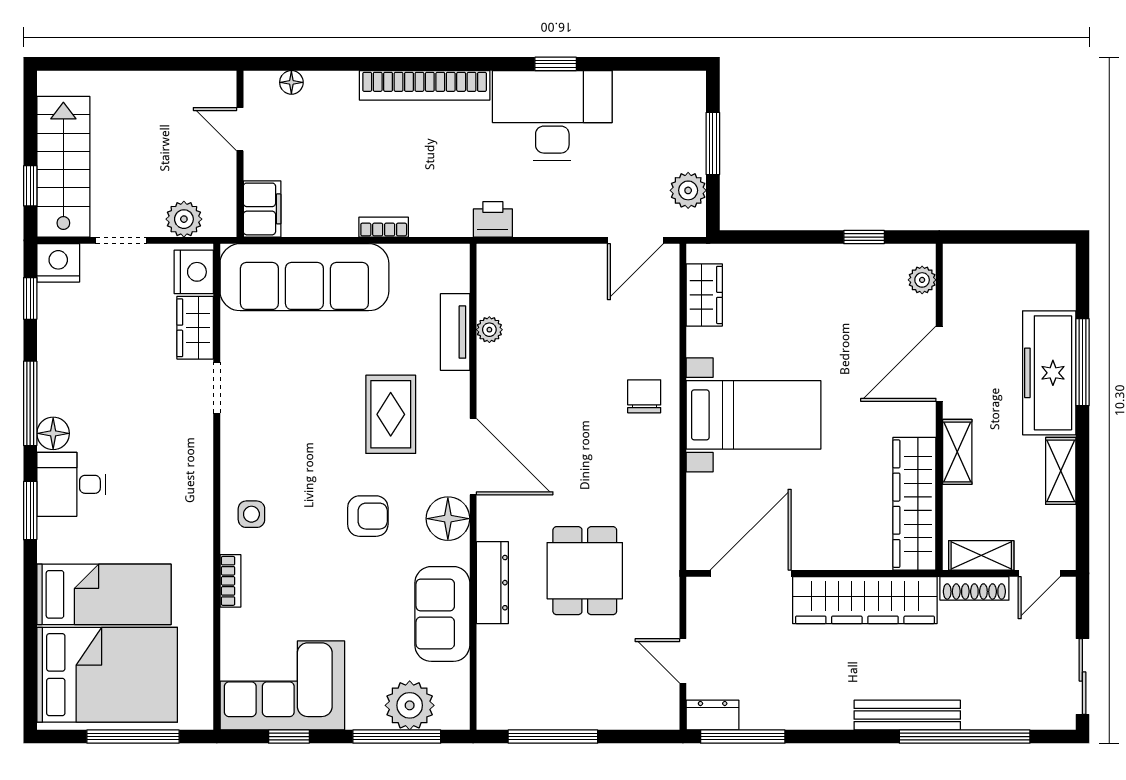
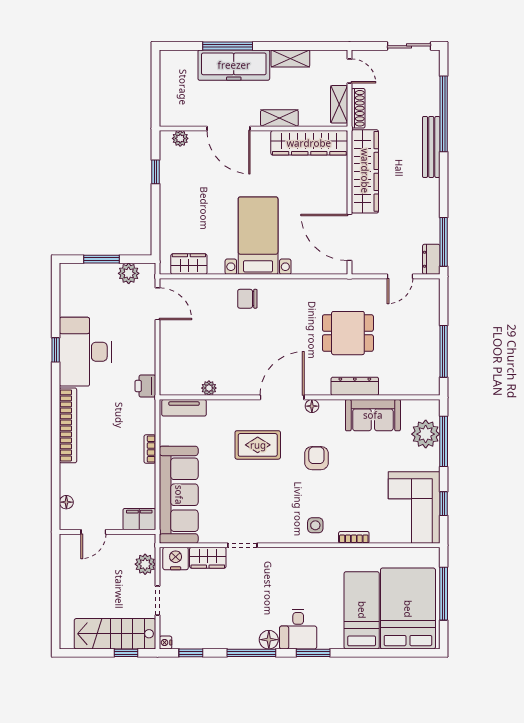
nightstand: (58, 263) -> (166, 643), width x0.53, depth x0.56
tv unit: (455, 332) -> (184, 408), moved
floor lamp: (448, 519) -> (312, 406), width x0.53, depth x0.53

